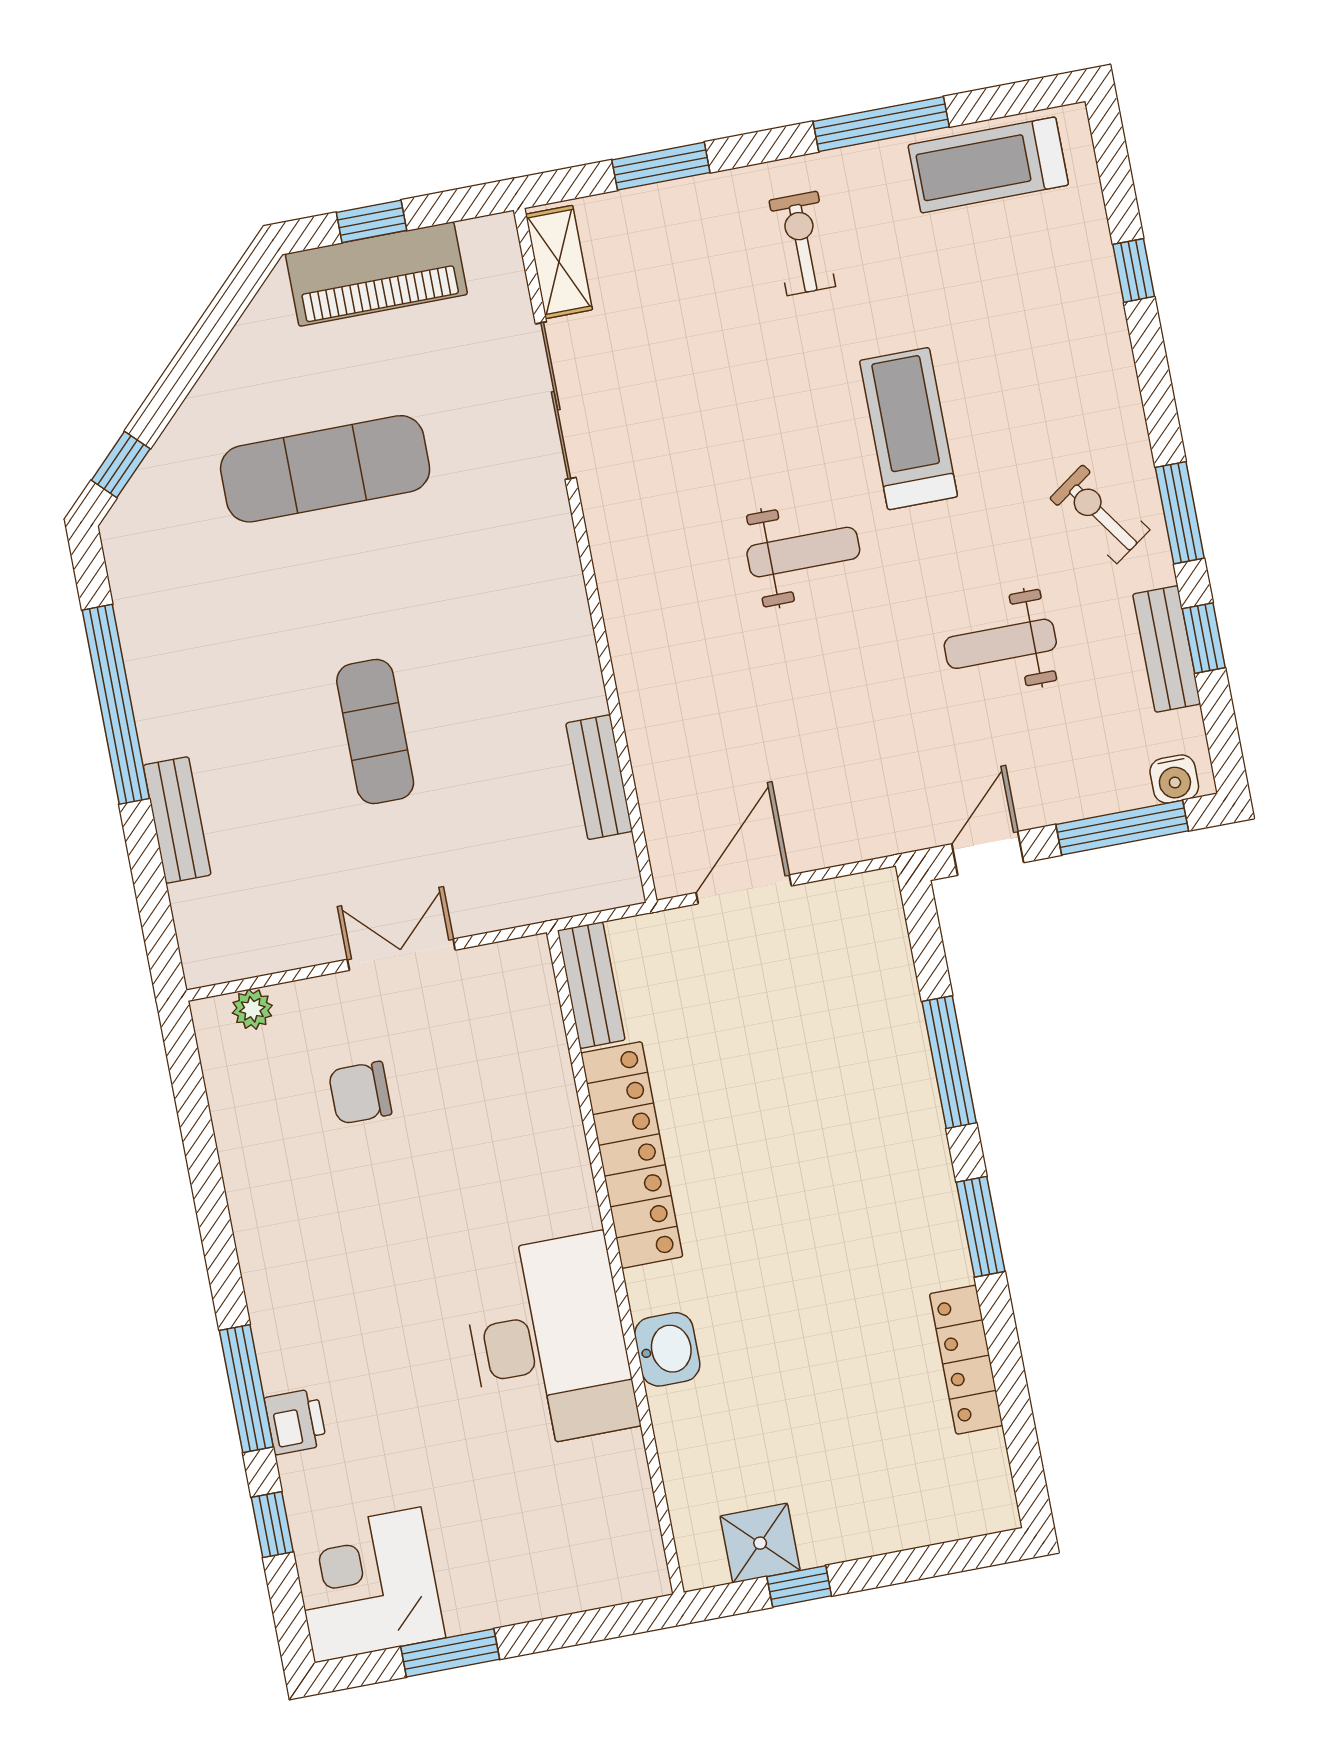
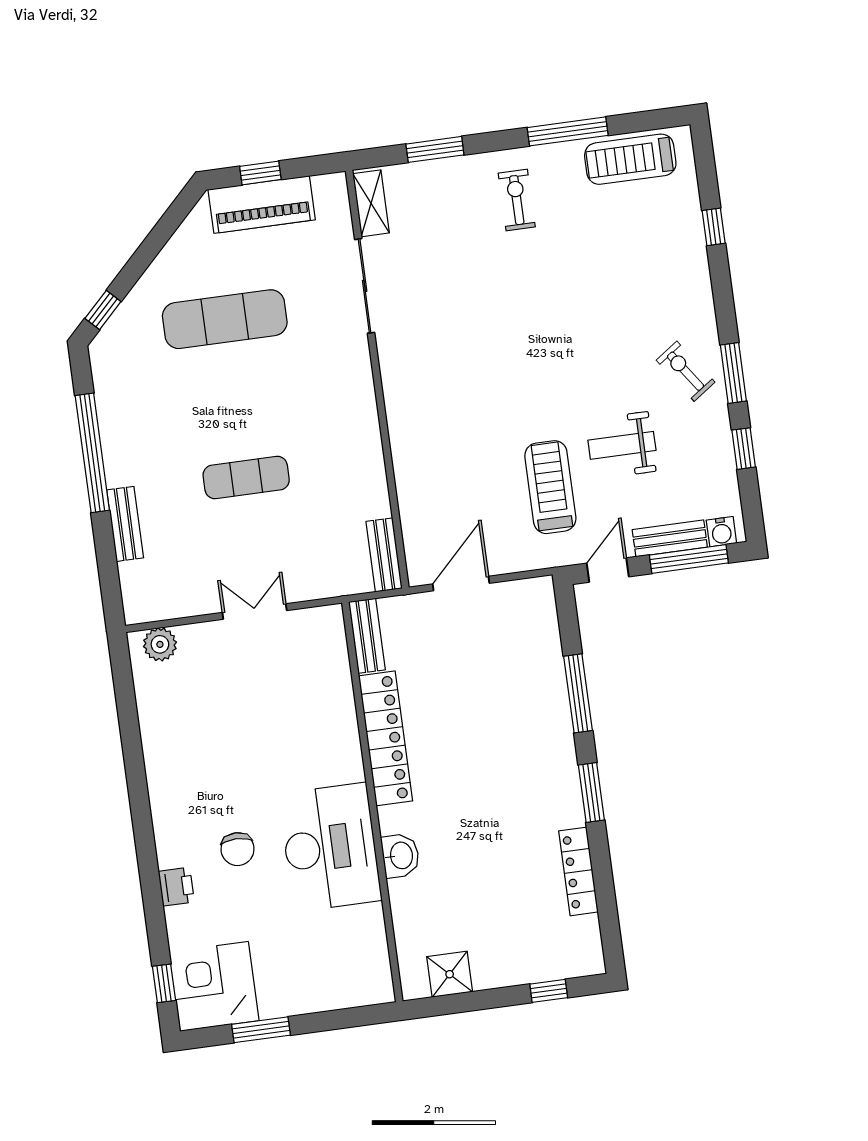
treadmill: (908, 429) -> (550, 487), moved
weight bench: (803, 552) -> (507, 384), removed
bench: (1167, 649) -> (670, 538), moved, turned 90
exercise mat: (375, 732) -> (246, 478), turned 90
bench: (599, 777) -> (384, 555), moved
plant: (252, 1009) -> (160, 644), width x1.38, depth x1.38
chair: (360, 1093) -> (238, 849), moved, turned -90
window: (246, 1389) -> (148, 865), removed
window: (272, 1525) -> (164, 983), moved
window: (799, 1586) -> (549, 991), moved

